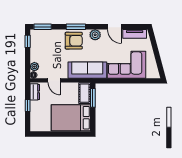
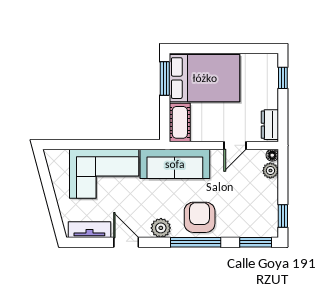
window: (76, 27) -> (196, 242), width x1.44
armchair: (74, 41) -> (200, 217), turned 90
door: (54, 80) -> (235, 145), swing flipped
window: (93, 98) -> (165, 79), moved
window: (28, 105) -> (283, 78), moved

